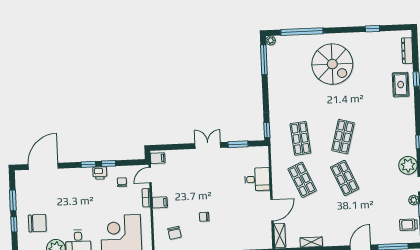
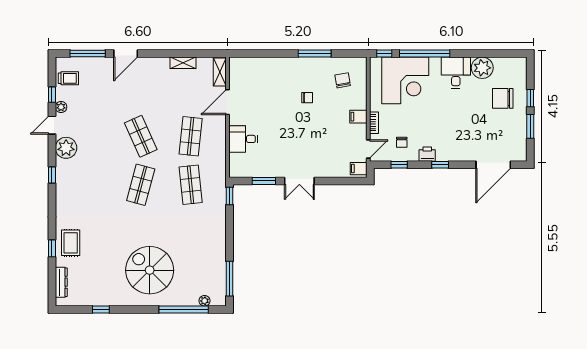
plant: (271, 40) -> (204, 301), moved
window: (109, 164) -> (399, 165), moved
shop shelf: (302, 180) -> (191, 136), turned 30

